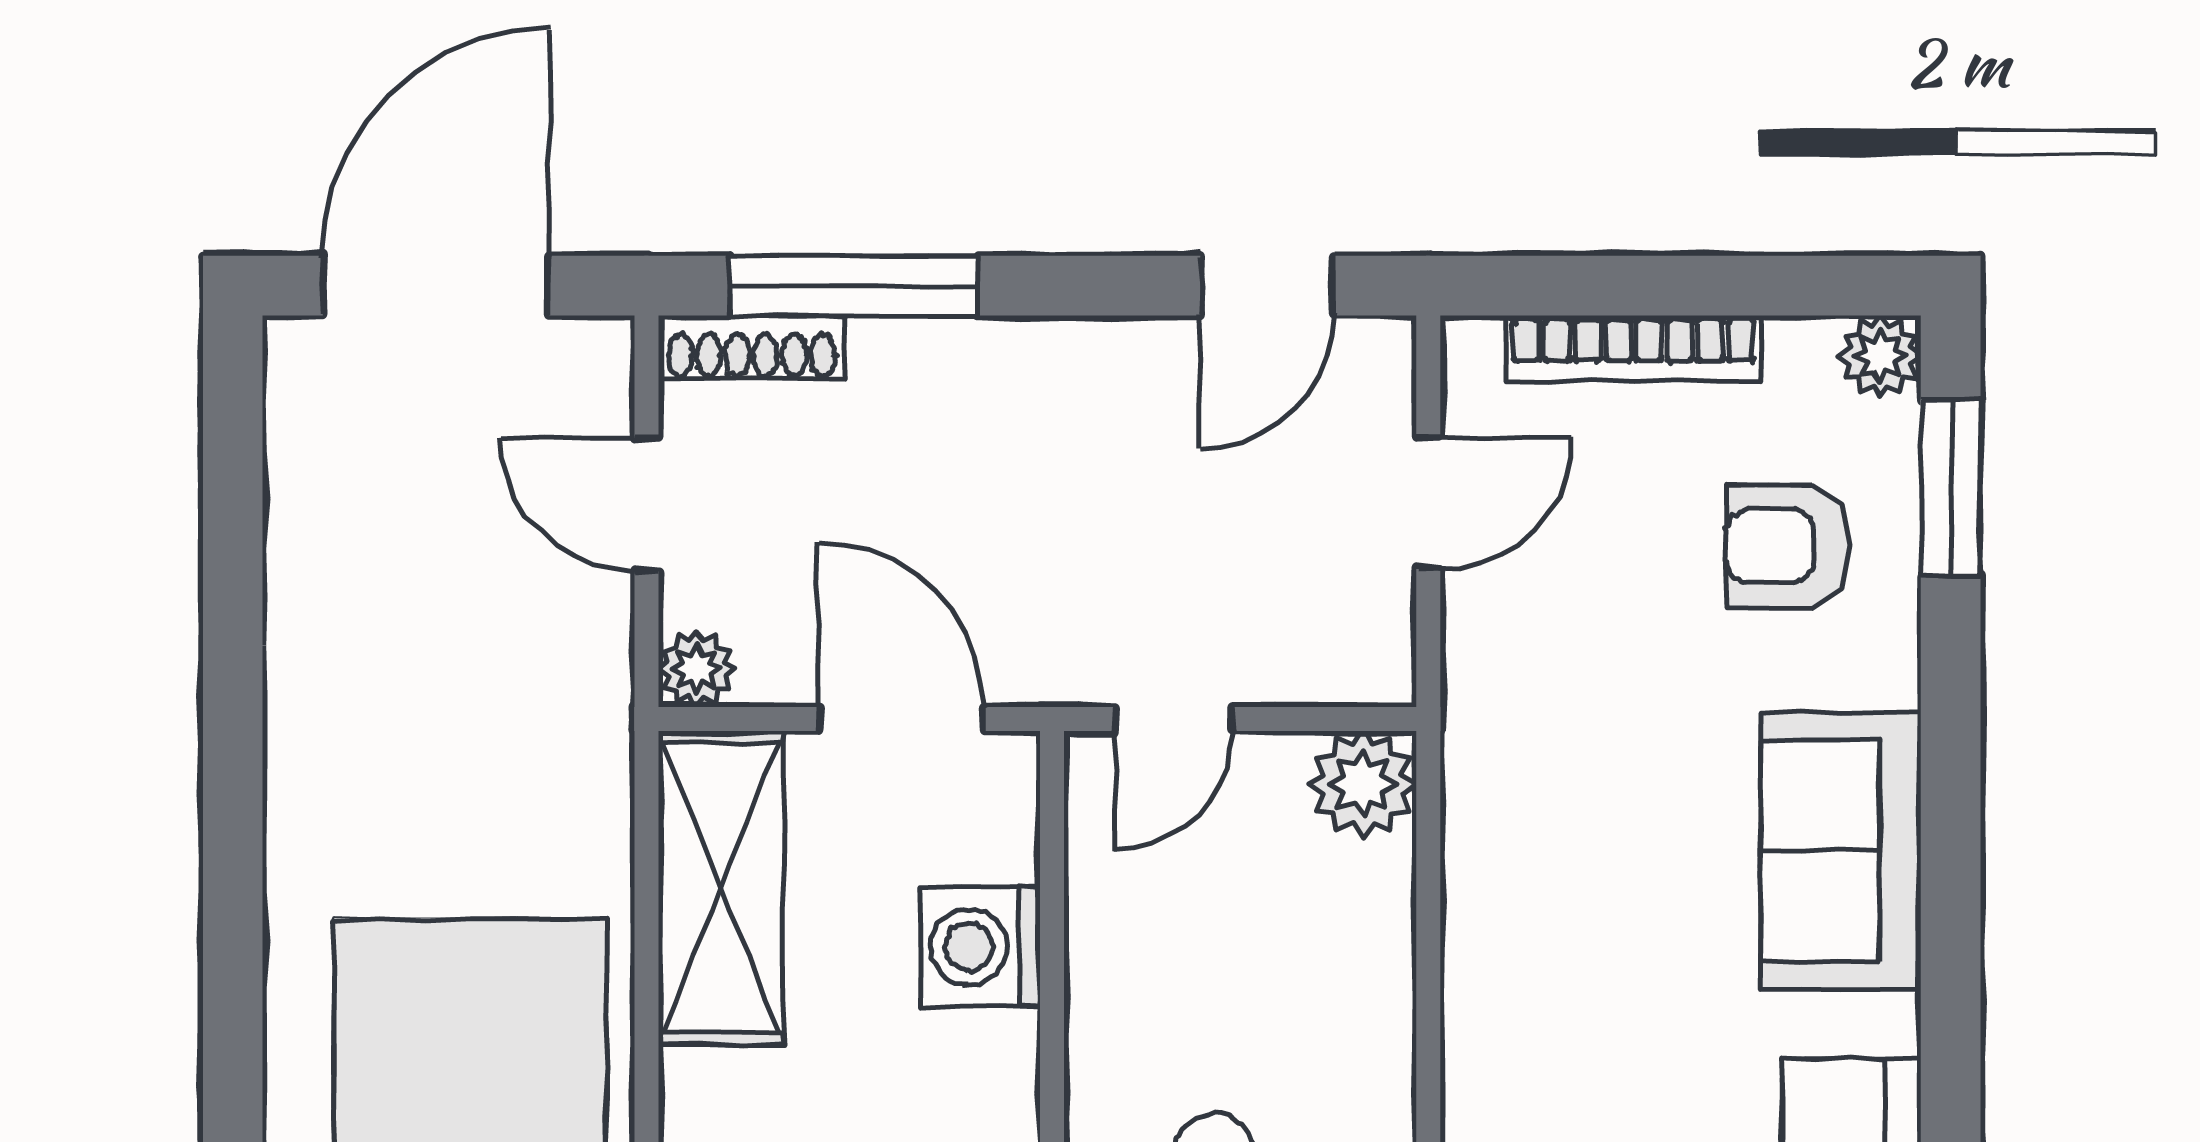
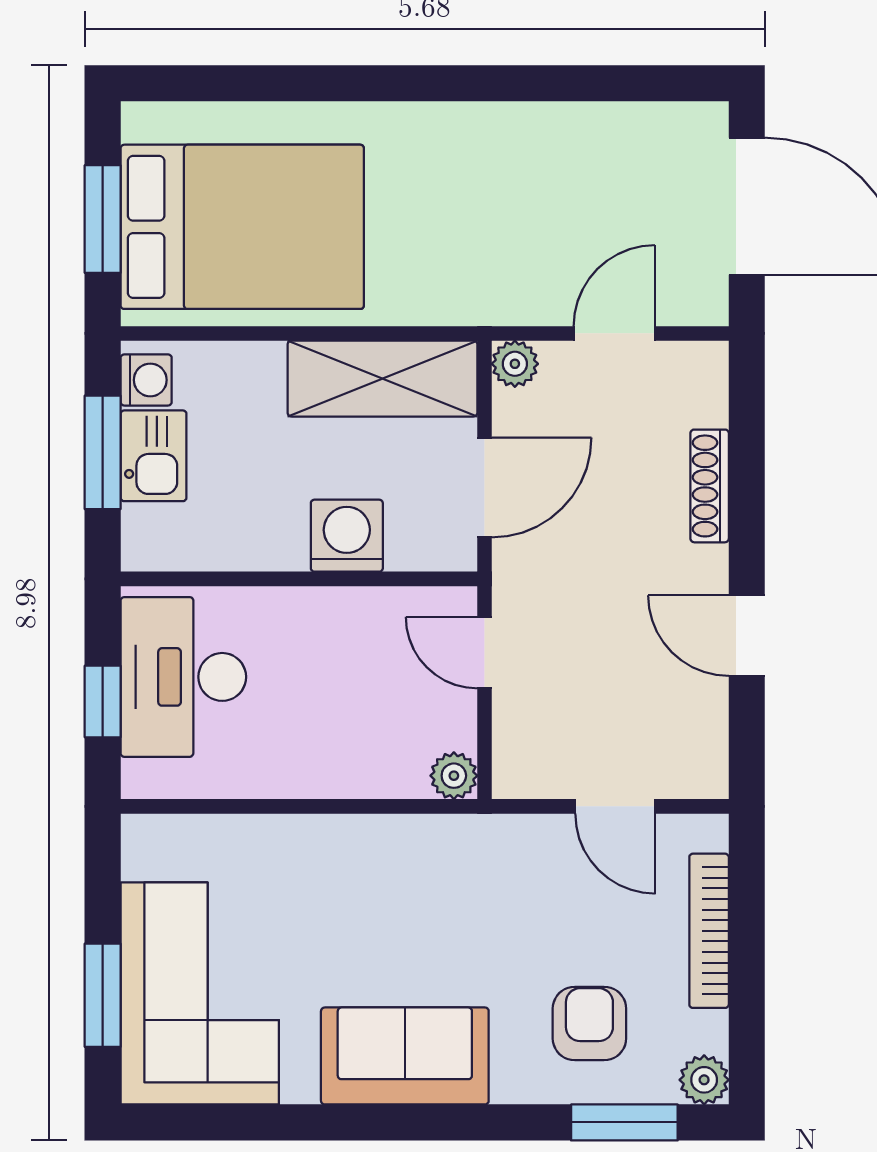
window: (854, 286) -> (747, 459), removed
door: (1267, 286) -> (747, 636), moved
shoe rack: (751, 347) -> (710, 486), moved
plant: (1363, 784) -> (454, 776), width x0.73, depth x0.73

